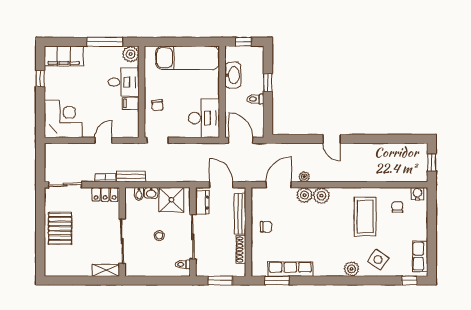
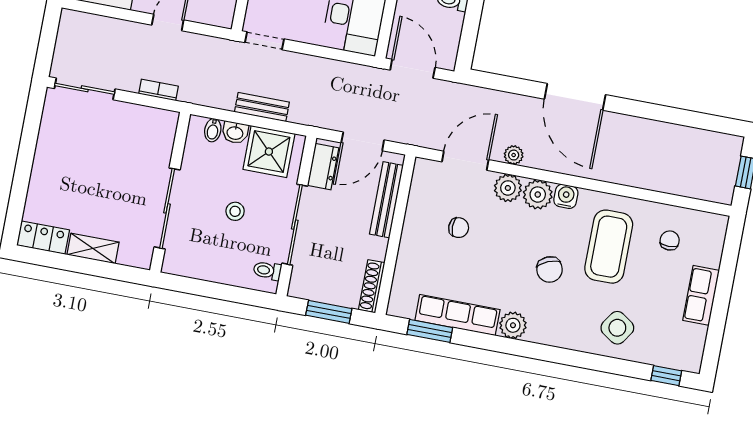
door: (332, 139) -> (575, 97), width x1.88
bench: (131, 176) -> (262, 107), moved
door: (221, 185) -> (363, 141), swing flipped
locker: (105, 194) -> (43, 238), moved, turned 180
water cooler: (417, 194) -> (566, 196), moved
chair: (266, 227) -> (459, 228), moved
pallet: (60, 229) -> (61, 165), removed
chair: (335, 235) -> (550, 270), added
shoe rack: (241, 249) -> (372, 286), moved
row of seats: (420, 256) -> (701, 295), moved
plant: (351, 269) -> (513, 325), moved
shelving: (106, 270) -> (93, 248), moved

